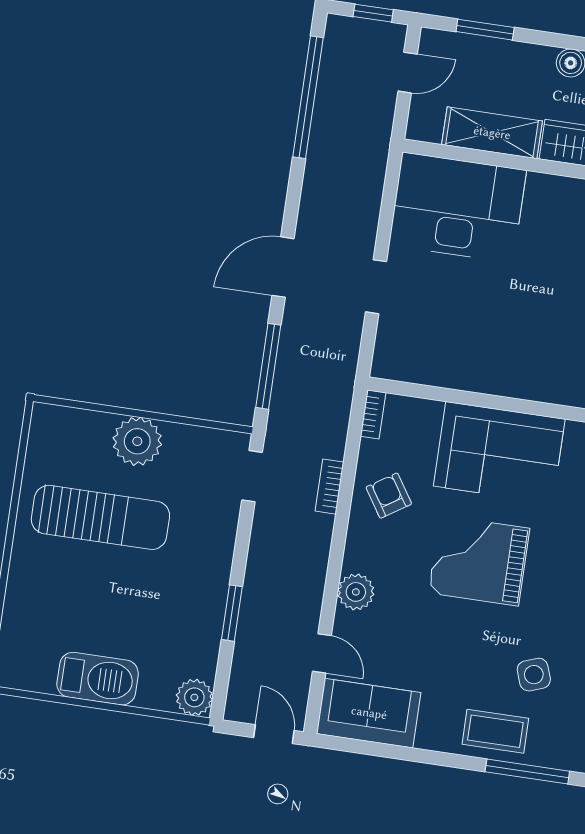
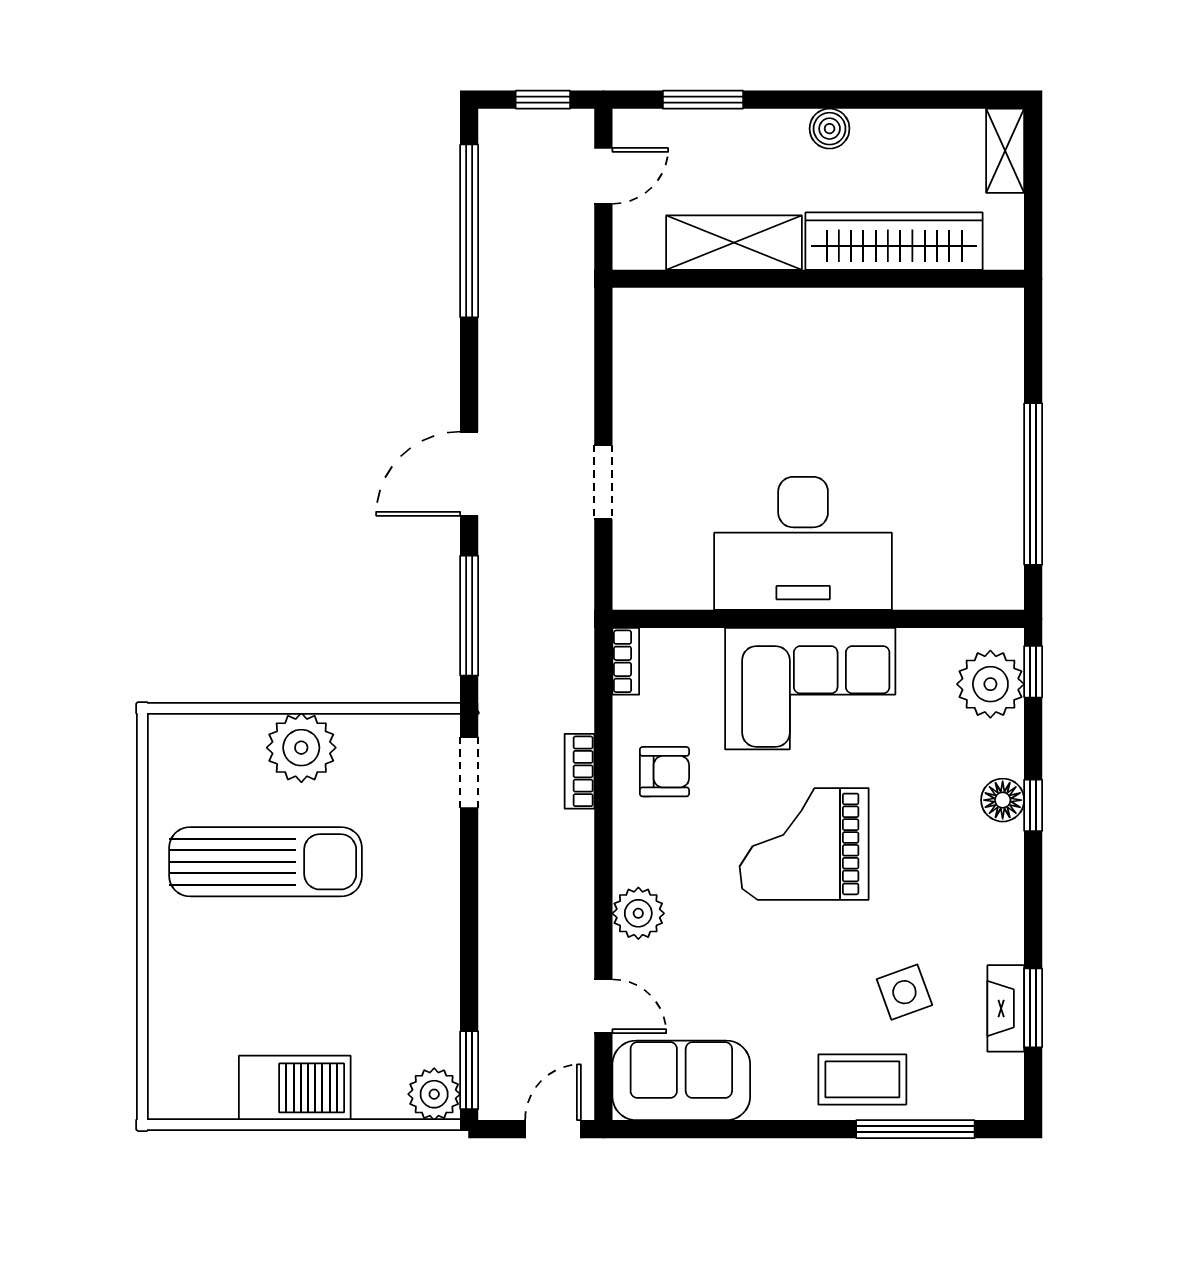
desk: (458, 207) -> (803, 543), moved, turned 180
armchair: (389, 496) -> (664, 772), turned 123
window: (232, 613) -> (469, 1070), moved
door: (274, 734) -> (553, 1129), hinge flipped

